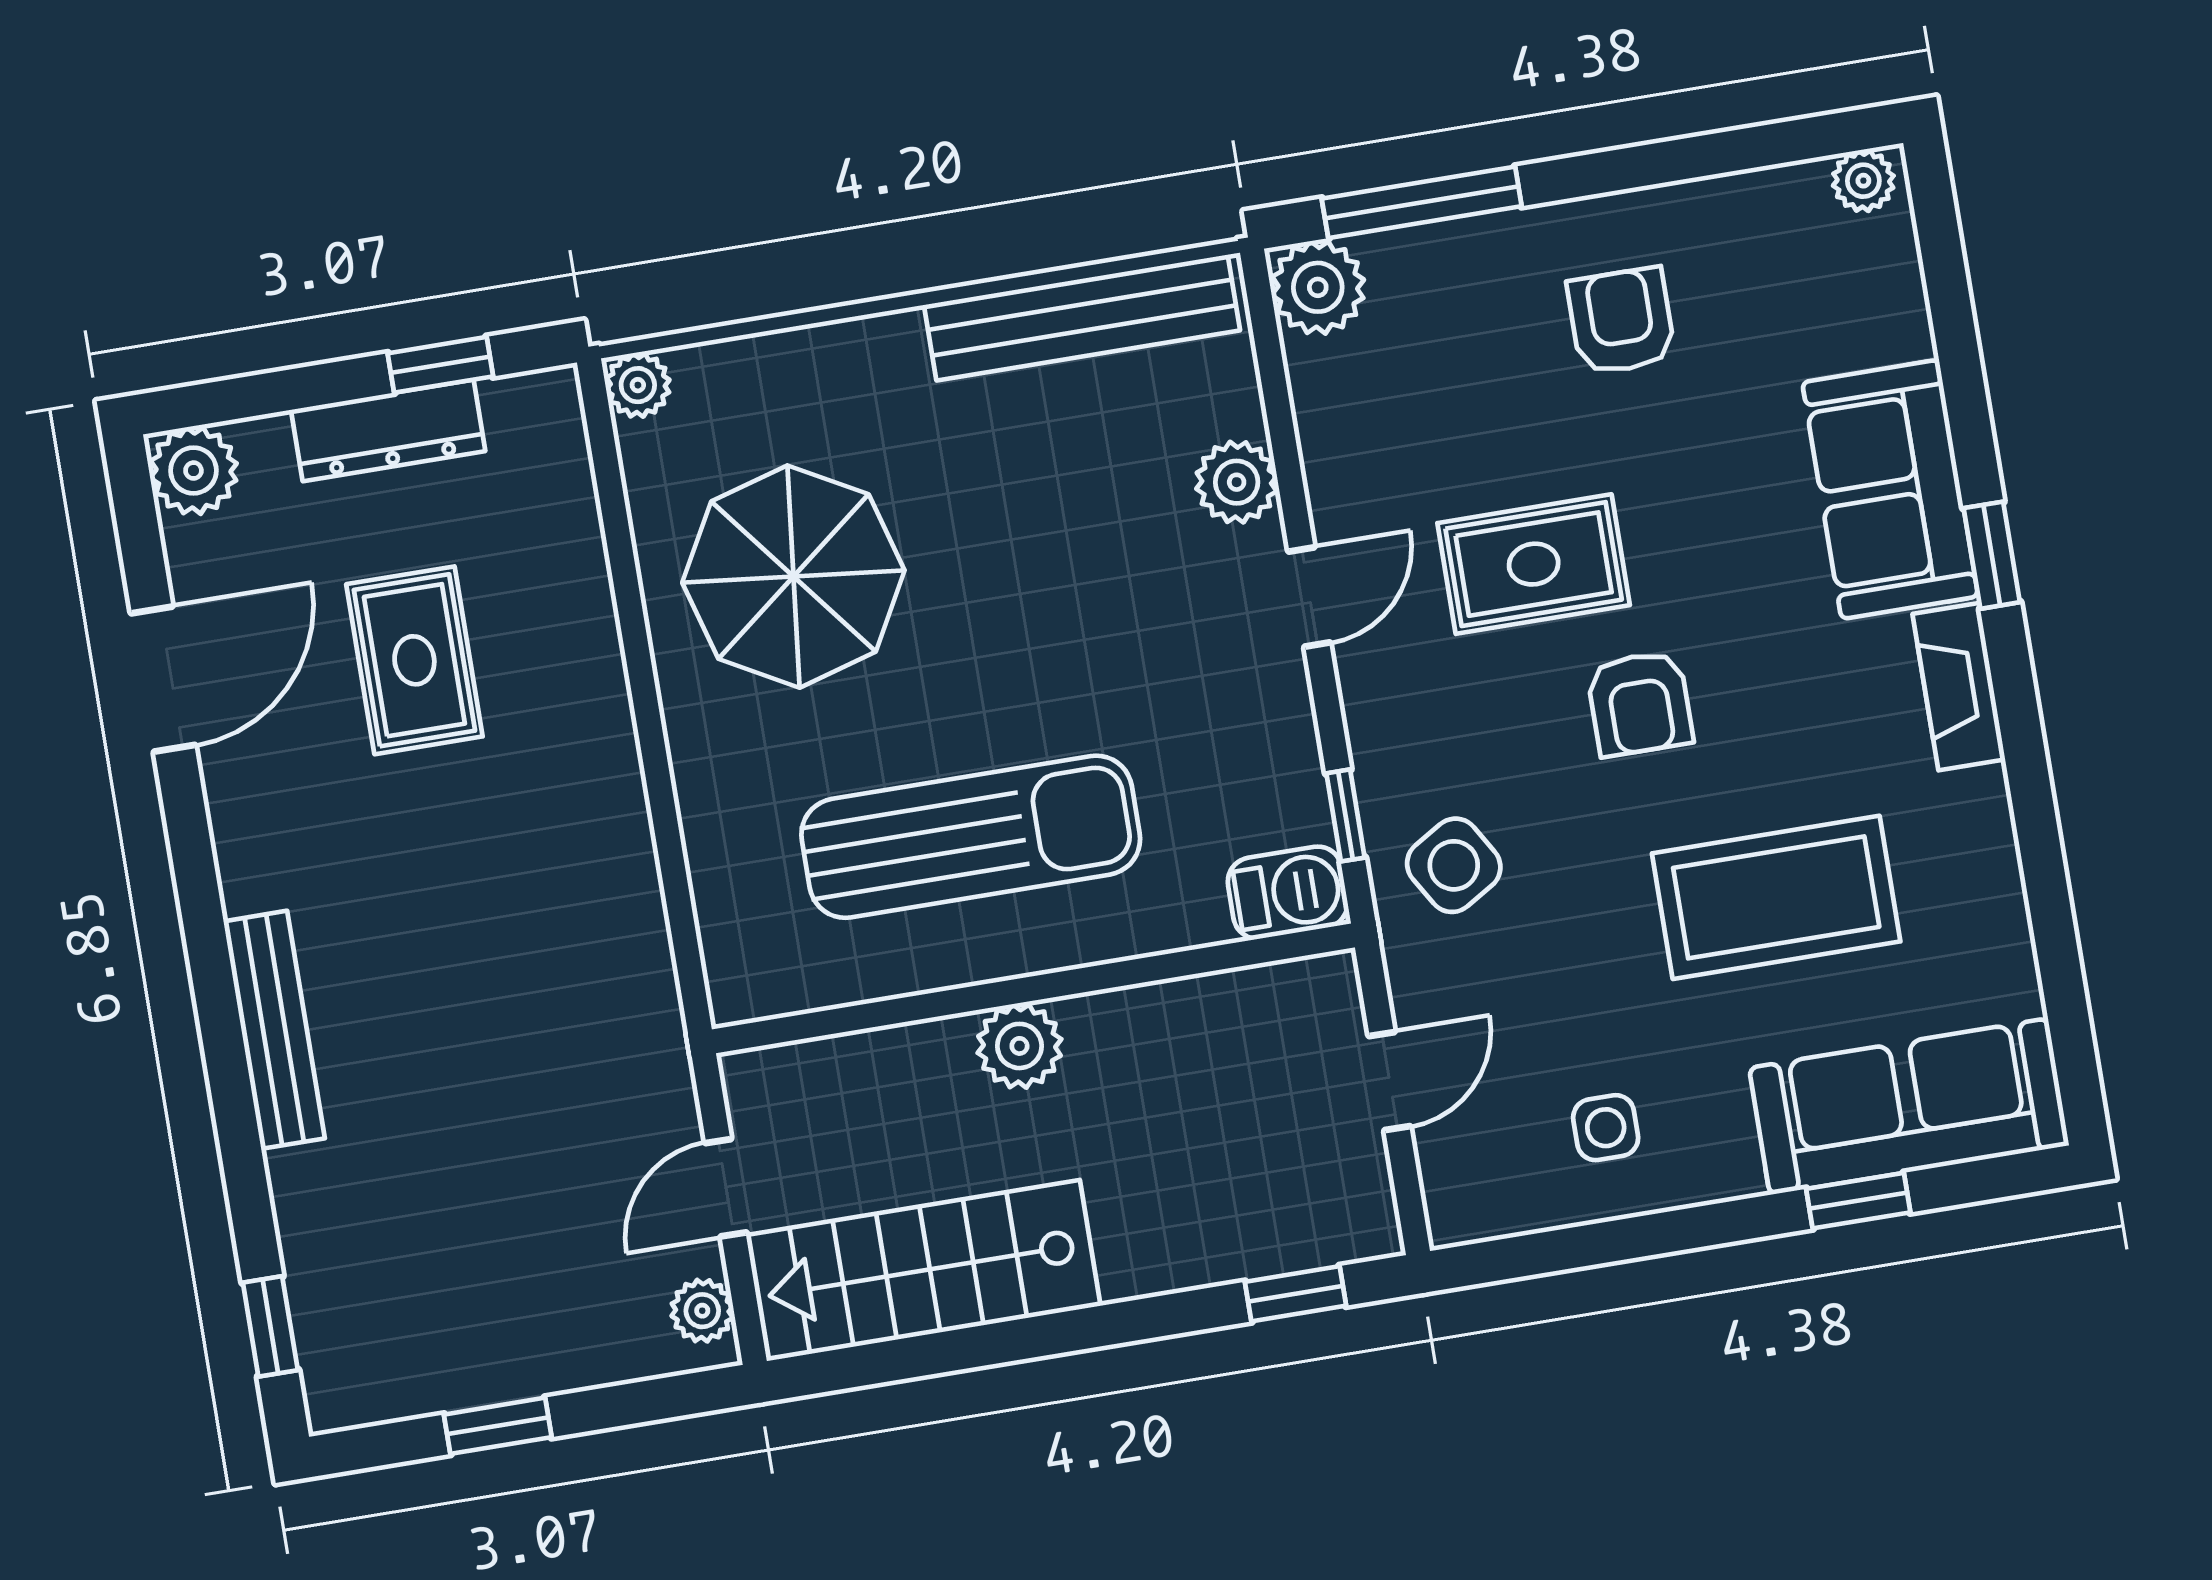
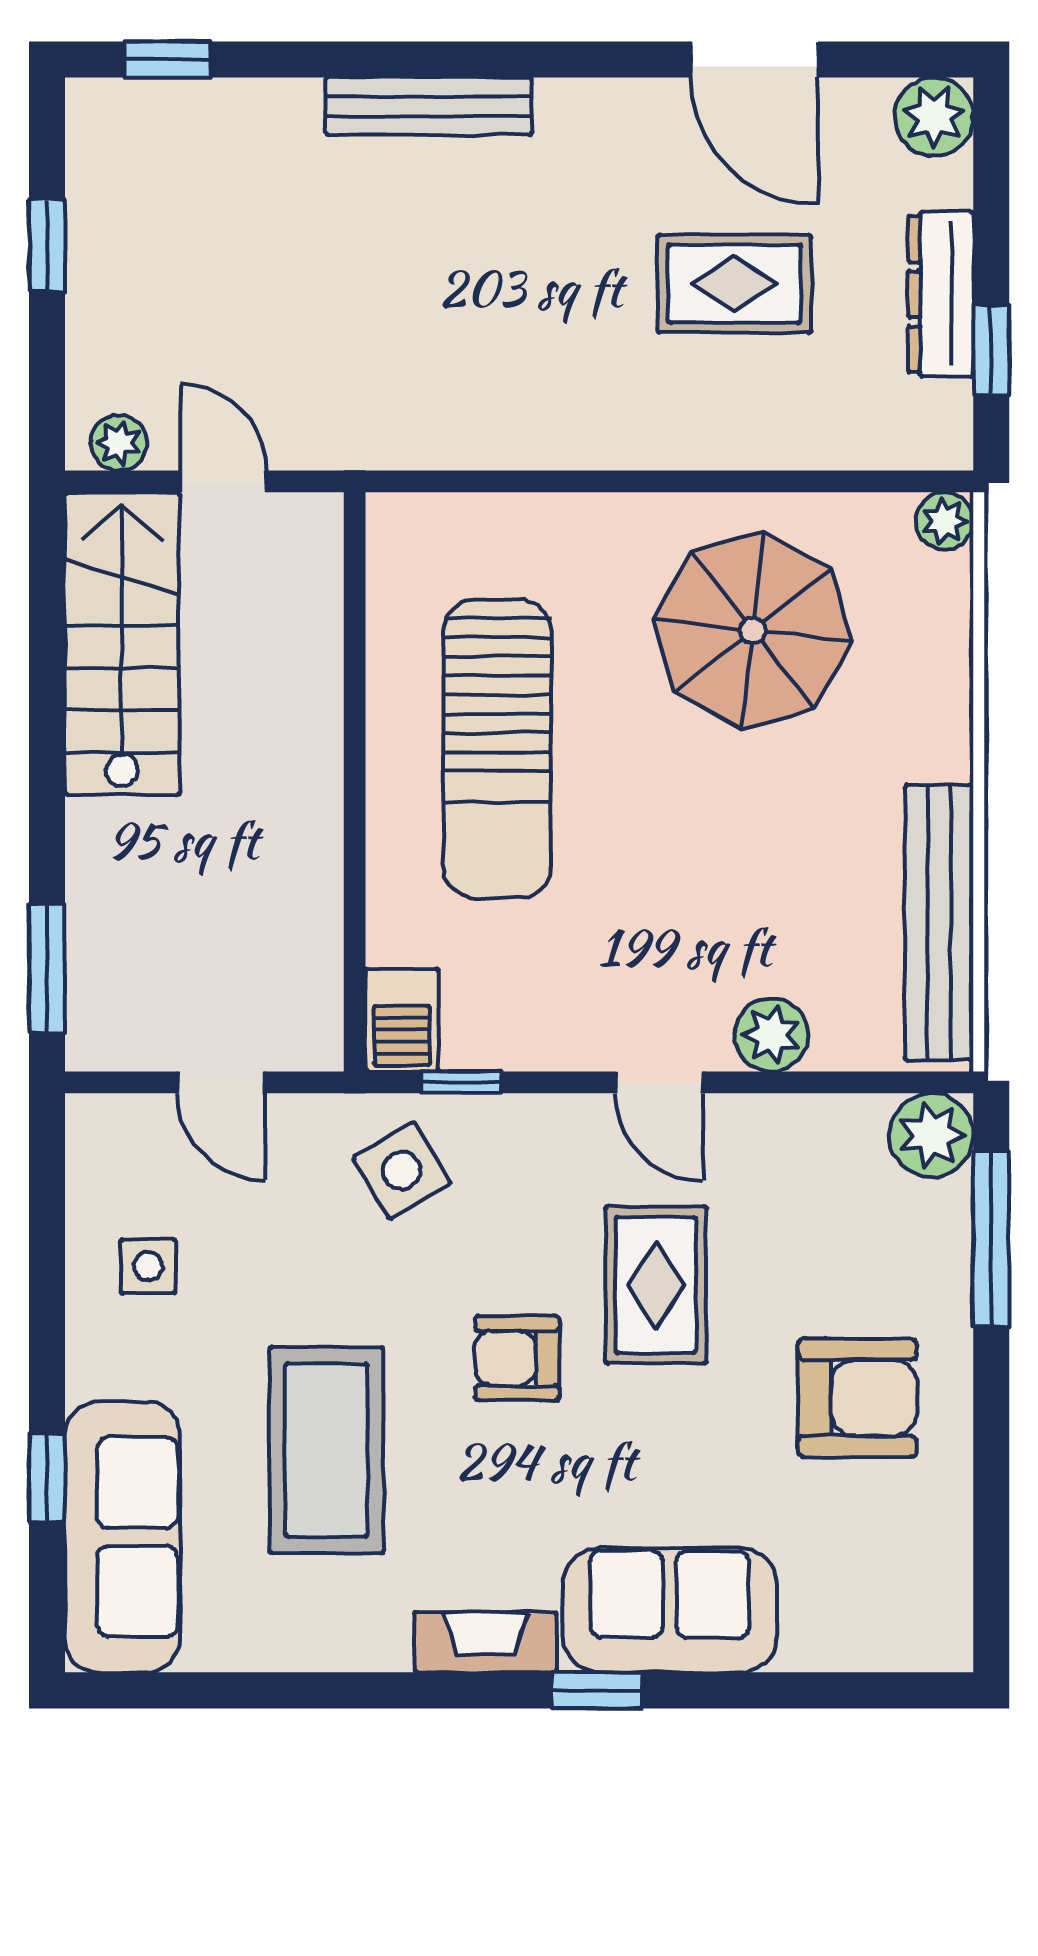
plant: (1863, 181) -> (946, 1632), removed
armchair: (1621, 321) -> (857, 1398), width x1.38, depth x1.38
plant: (1019, 1046) -> (306, 761), removed
window: (1296, 1294) -> (47, 968), width x1.50

